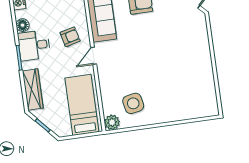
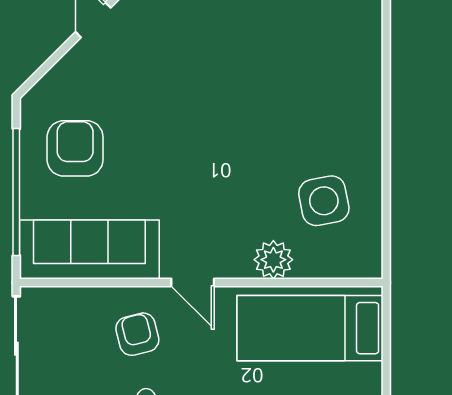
plant: (112, 122) -> (273, 260), moved

